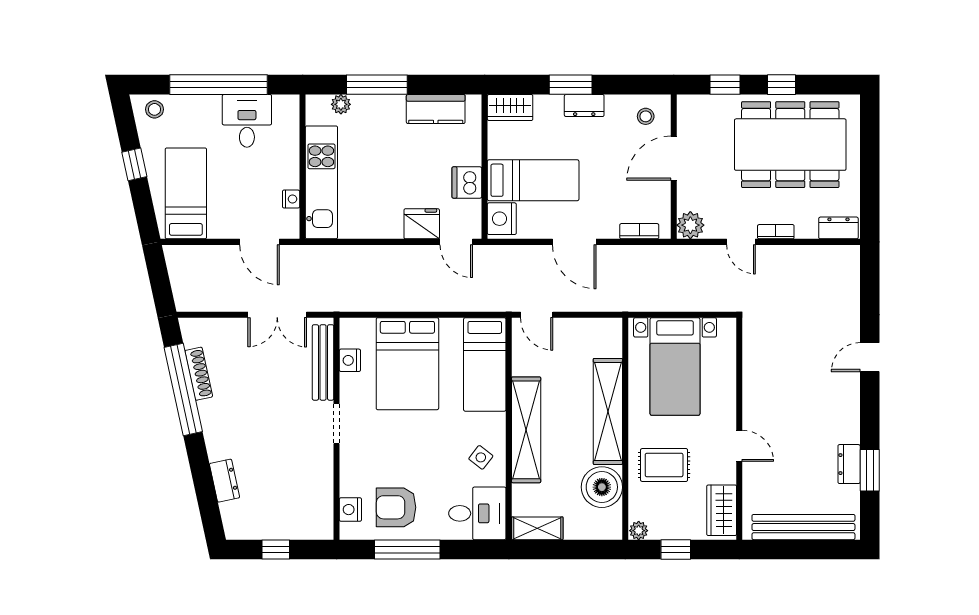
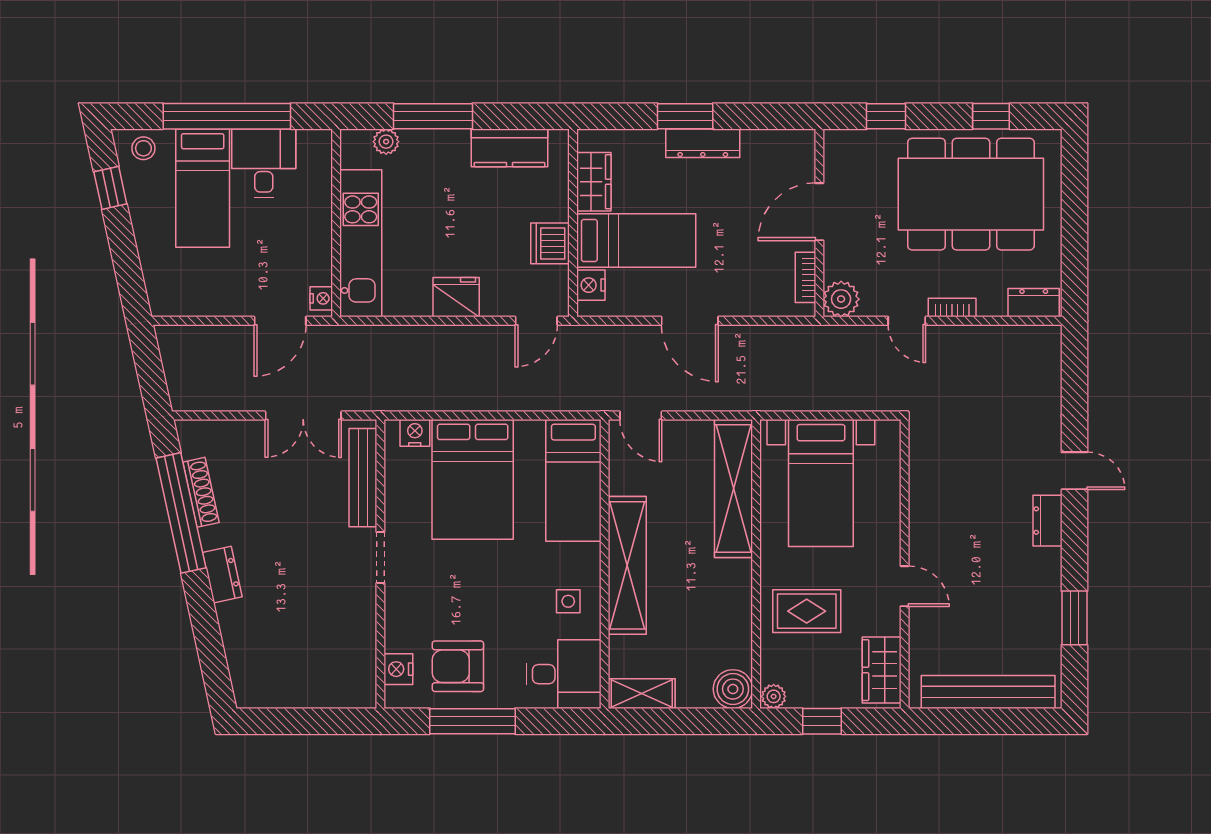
window: (781, 85) -> (991, 116), moved
dresser: (584, 106) -> (703, 143), width x1.44
wardrobe: (510, 108) -> (594, 182), moved, turned -90
stool: (646, 116) -> (783, 157), removed
window: (134, 164) -> (110, 188), moved
bed: (186, 193) -> (203, 188), moved, turned 180
nightstand: (291, 199) -> (321, 298), moved
nightstand: (502, 219) -> (591, 285), width x0.74, depth x0.75
fridge: (422, 224) -> (456, 297), moved
bookcase: (639, 231) -> (805, 277), moved, turned -90
door: (259, 242) -> (280, 321), hinge flipped
door: (456, 242) -> (536, 321), hinge flipped
door: (870, 357) -> (1074, 471), swing flipped
nightstand: (350, 360) -> (415, 433), moved, turned 90
shelving: (608, 411) -> (734, 489), moved
side table: (481, 457) -> (568, 601), turned -38
dresser: (849, 464) -> (1047, 521), moved
dresser: (225, 481) -> (222, 575), moved
boiler: (602, 487) -> (733, 689), moved, width x0.73, depth x0.73
window: (276, 550) -> (301, 721), removed

